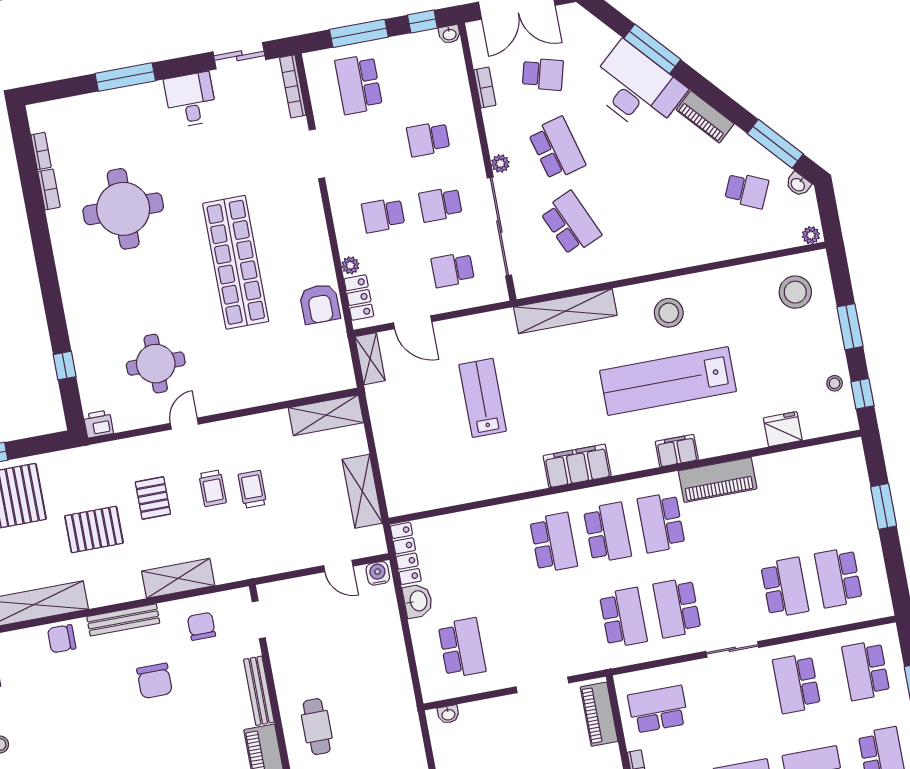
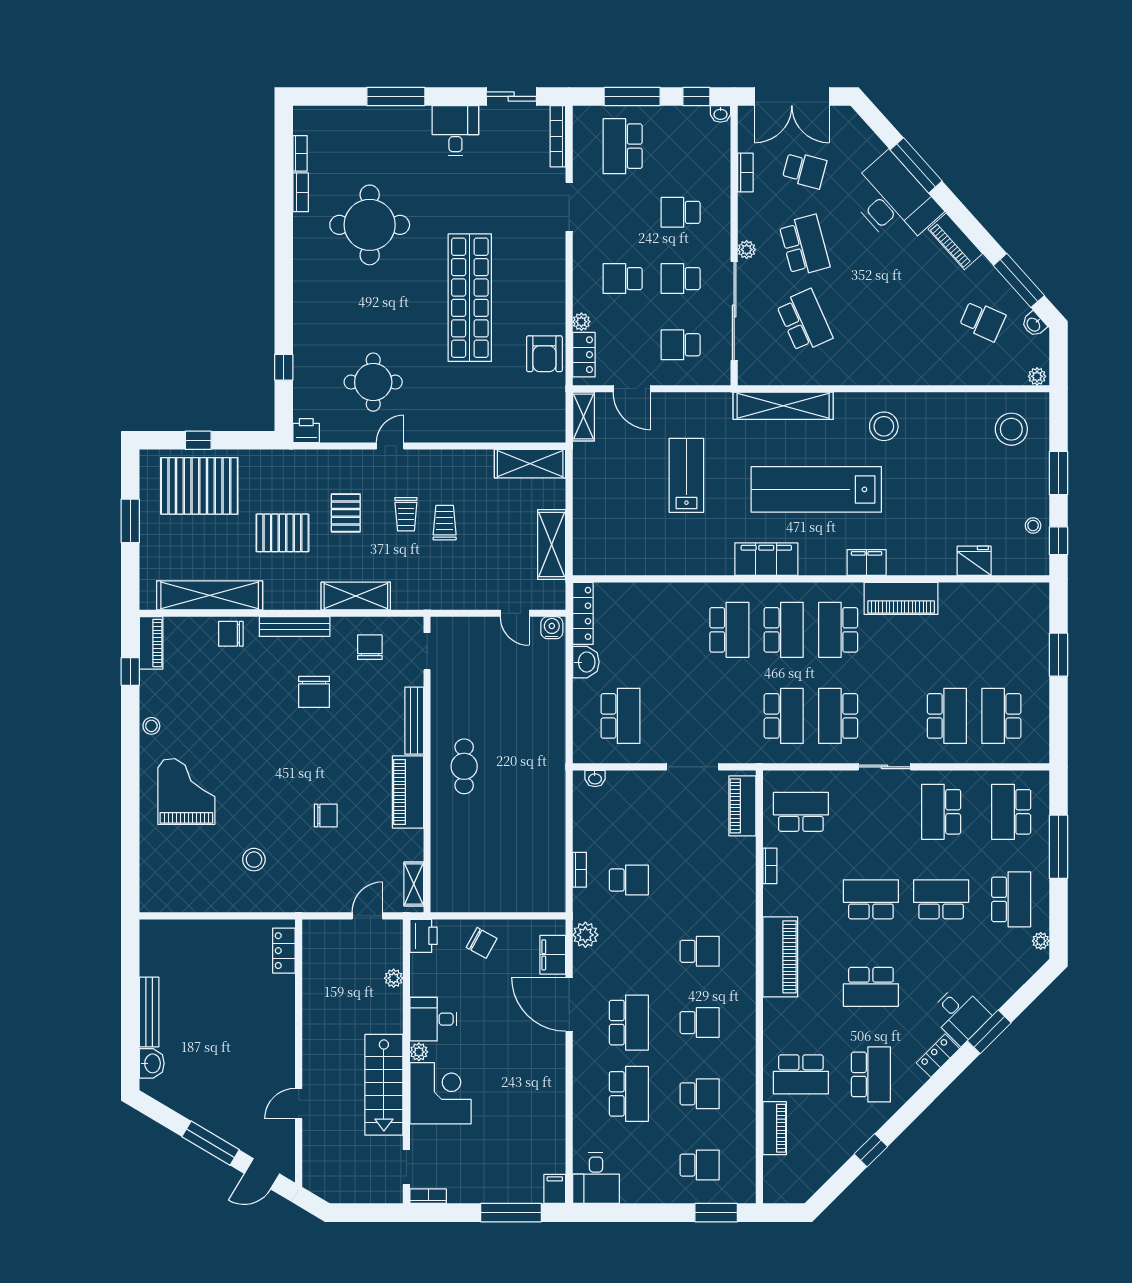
lab bench: (668, 381) -> (816, 489), moved

